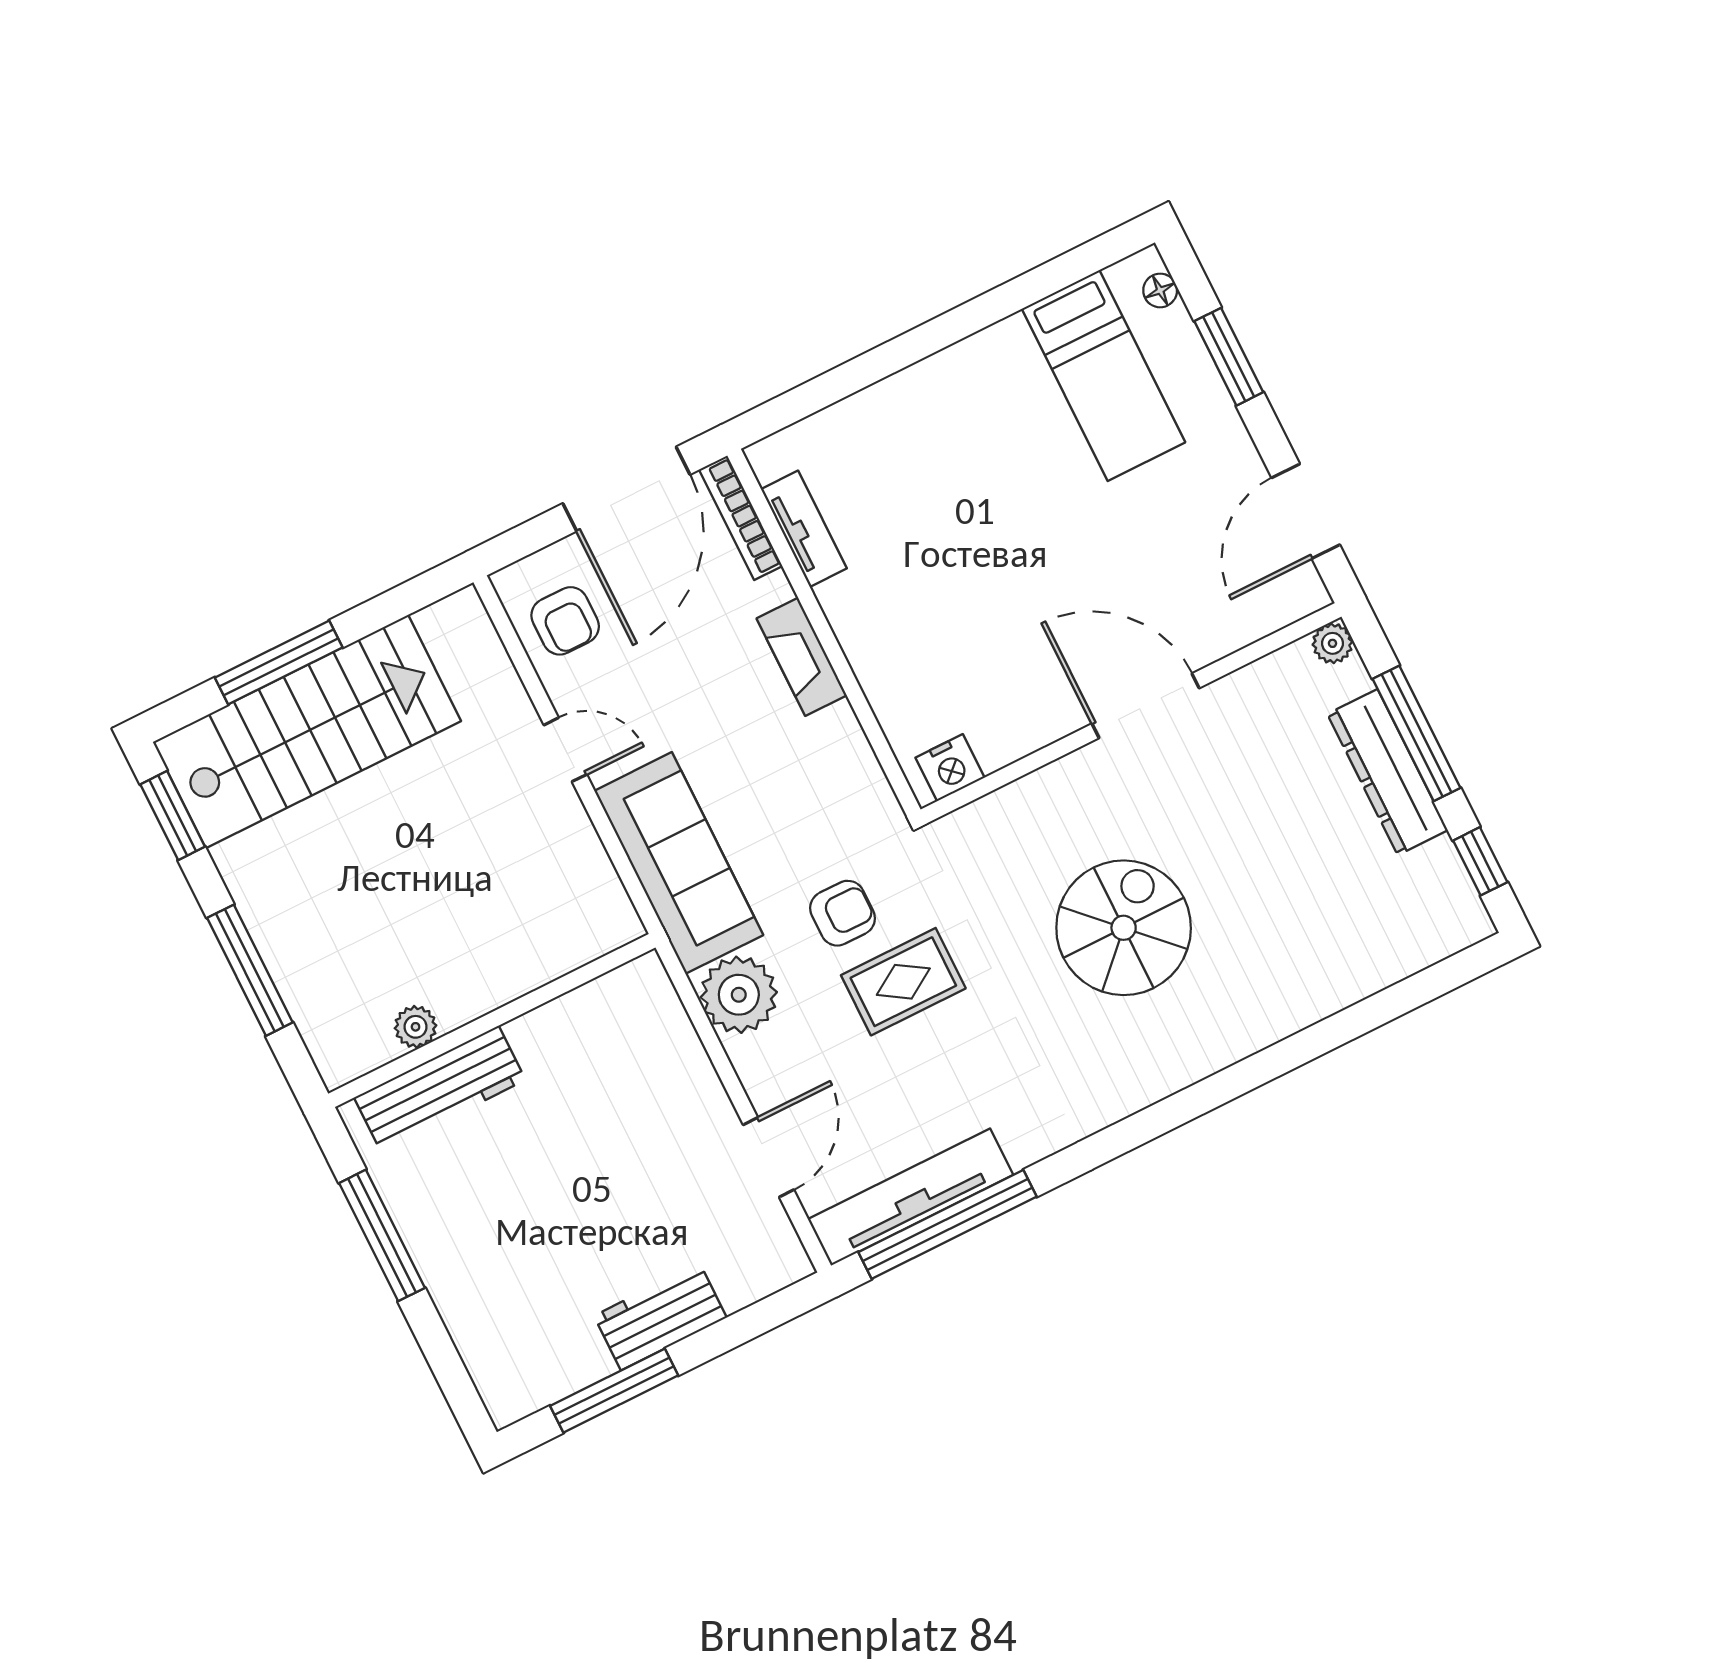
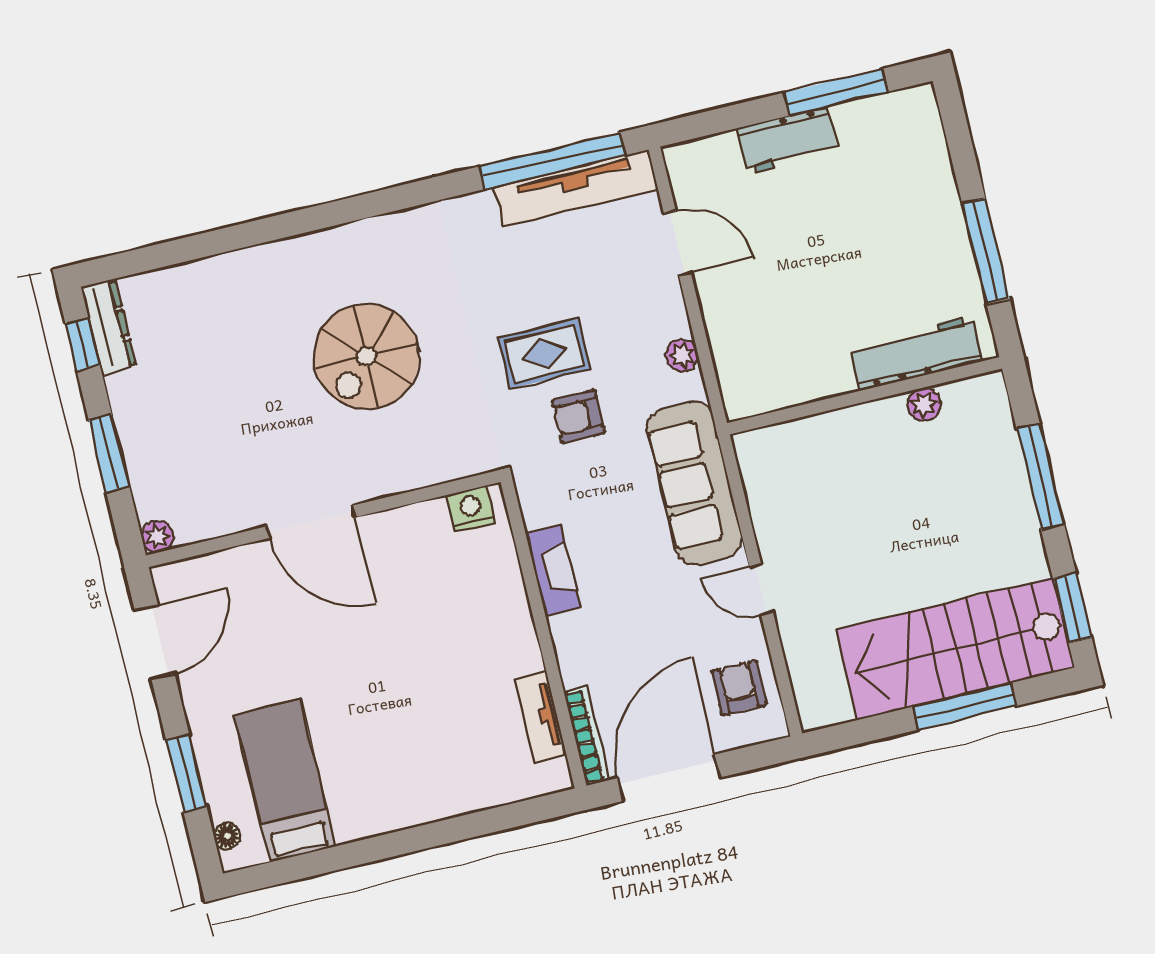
fireplace: (802, 657) -> (553, 570), moved
window: (1416, 733) -> (109, 453), width x0.69
dresser: (1388, 772) -> (109, 327), moved, width x0.73, depth x0.80
plant: (739, 995) -> (682, 355), width x0.53, depth x0.53
door: (769, 1157) -> (677, 243), swing flipped

